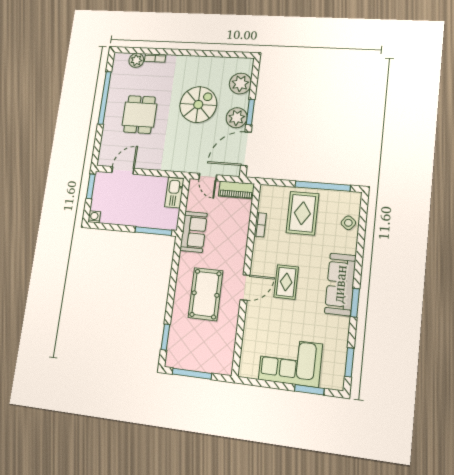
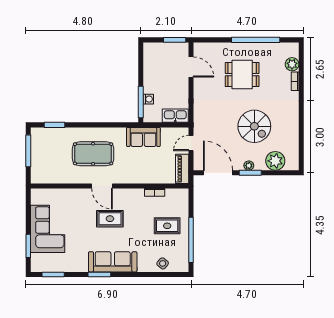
plant: (237, 118) -> (249, 166), width x0.53, depth x0.53
rug: (302, 213) -> (167, 226), width x0.73, depth x0.70
washing machine: (94, 217) -> (148, 99), moved

